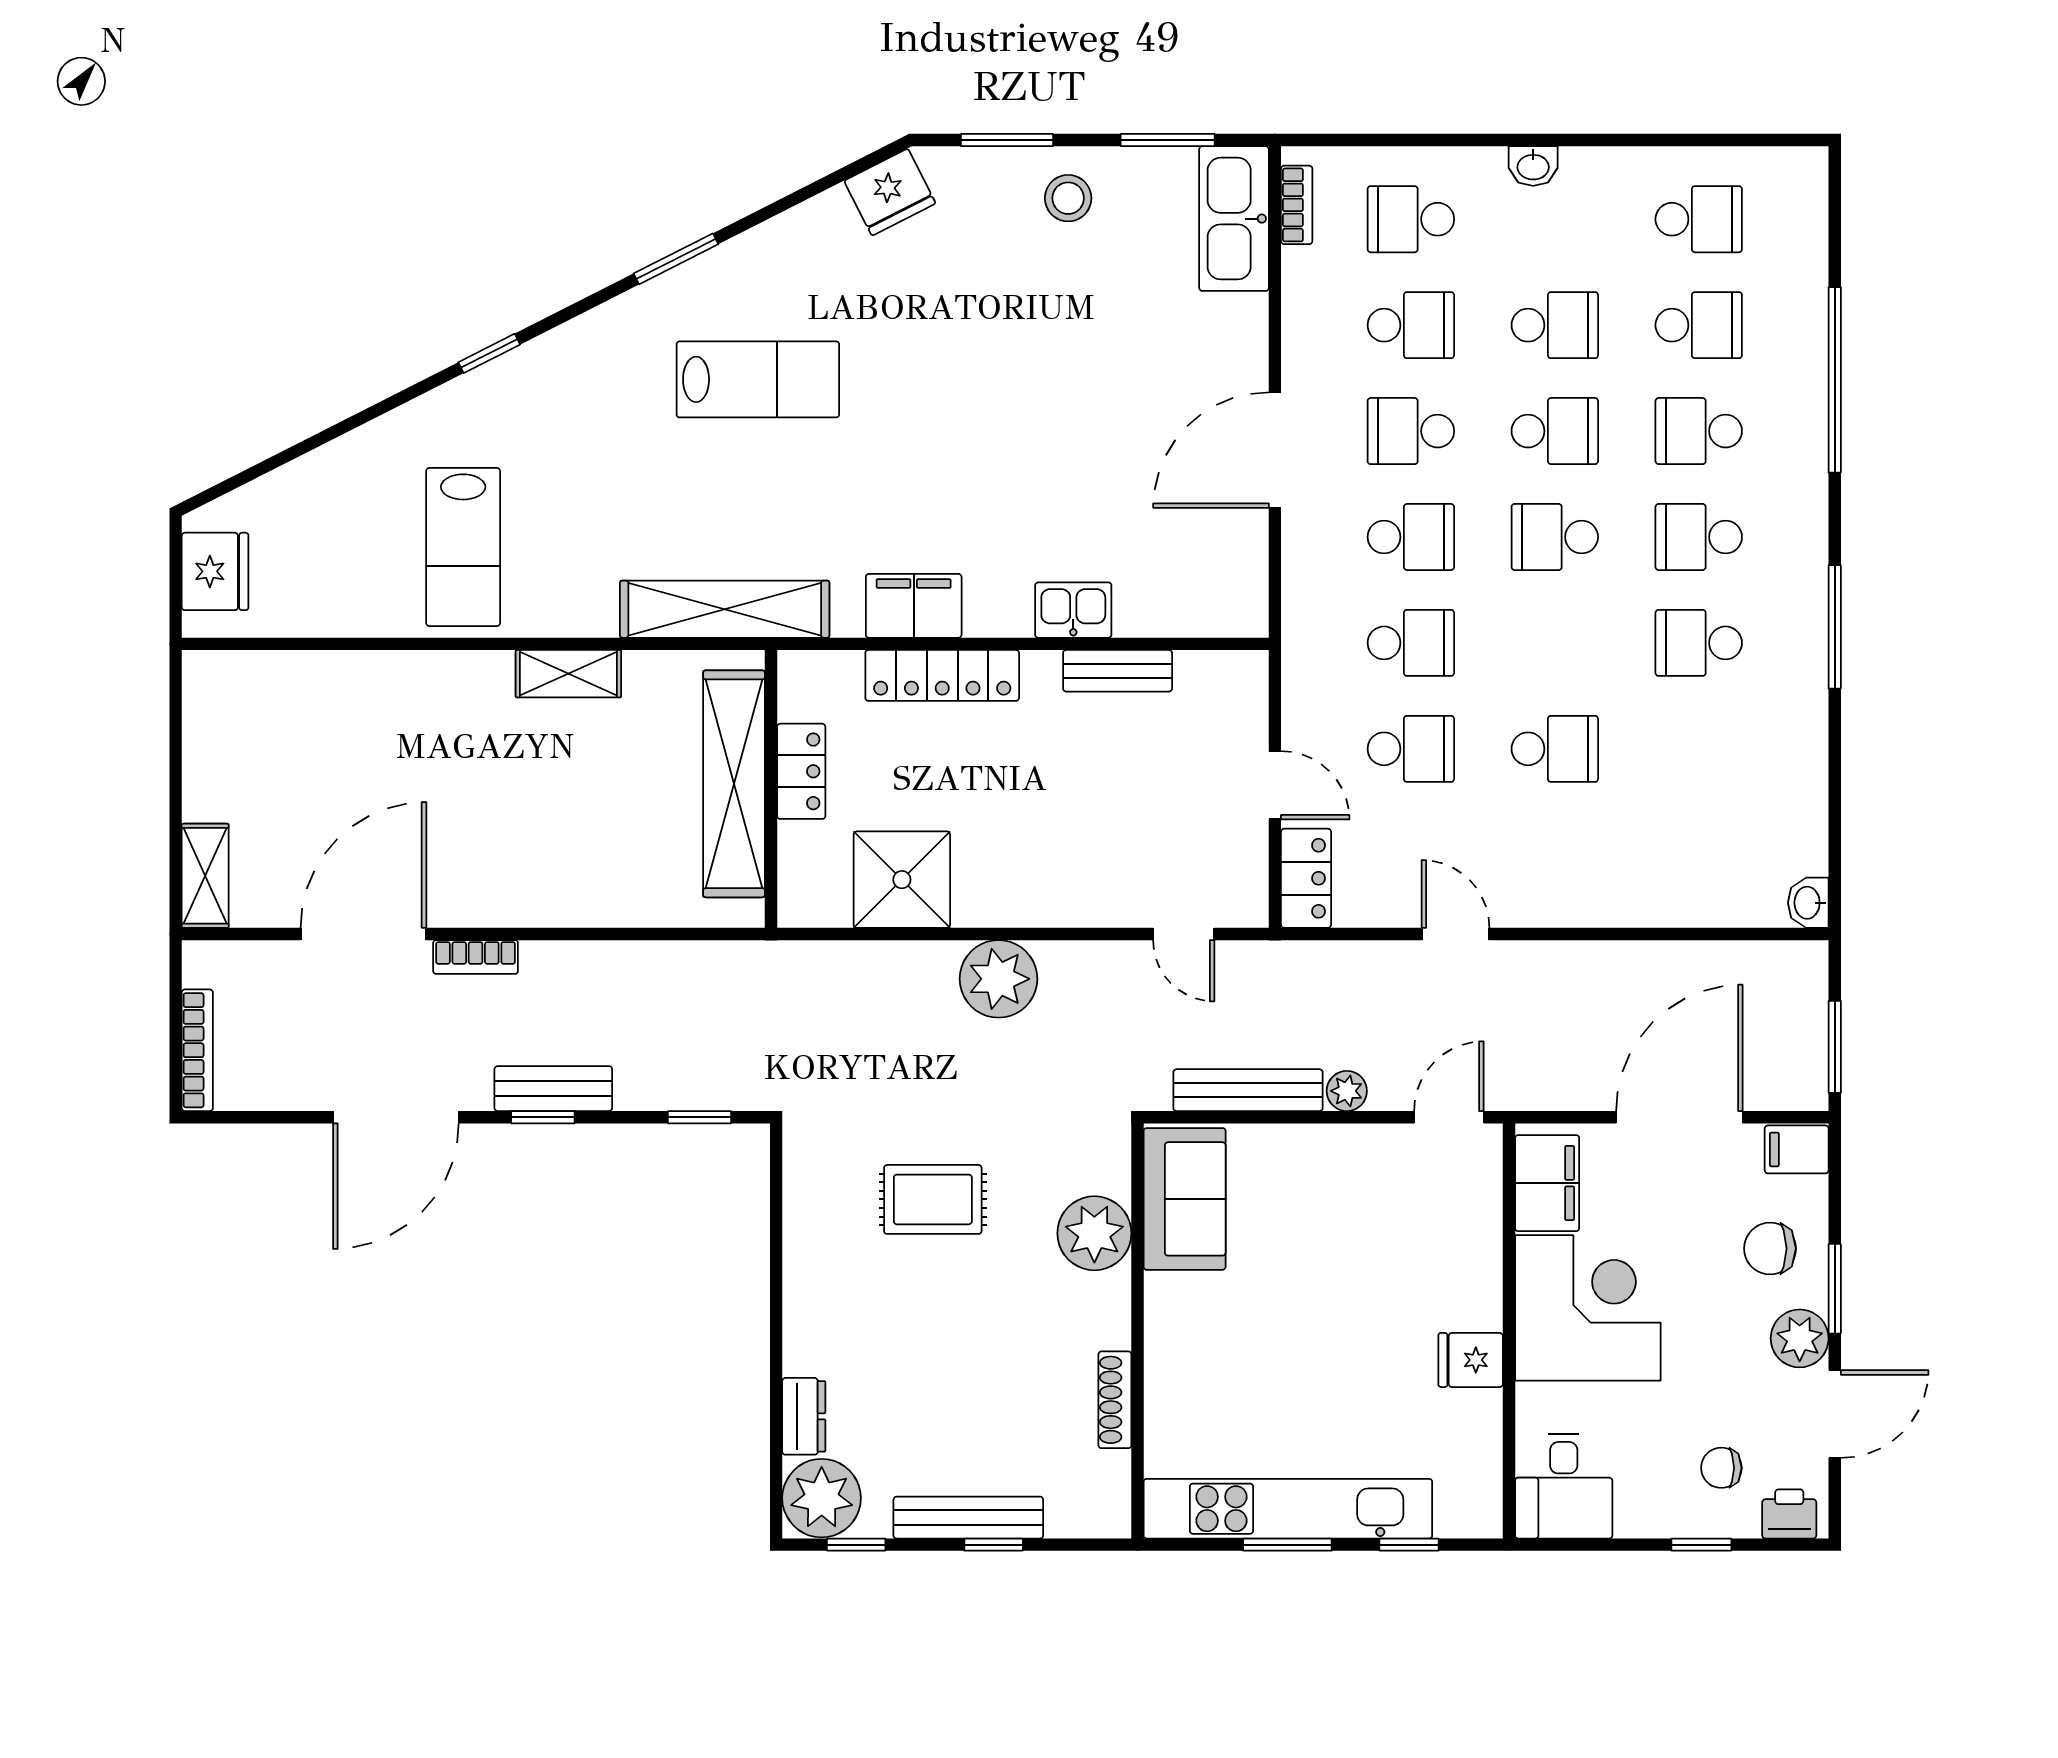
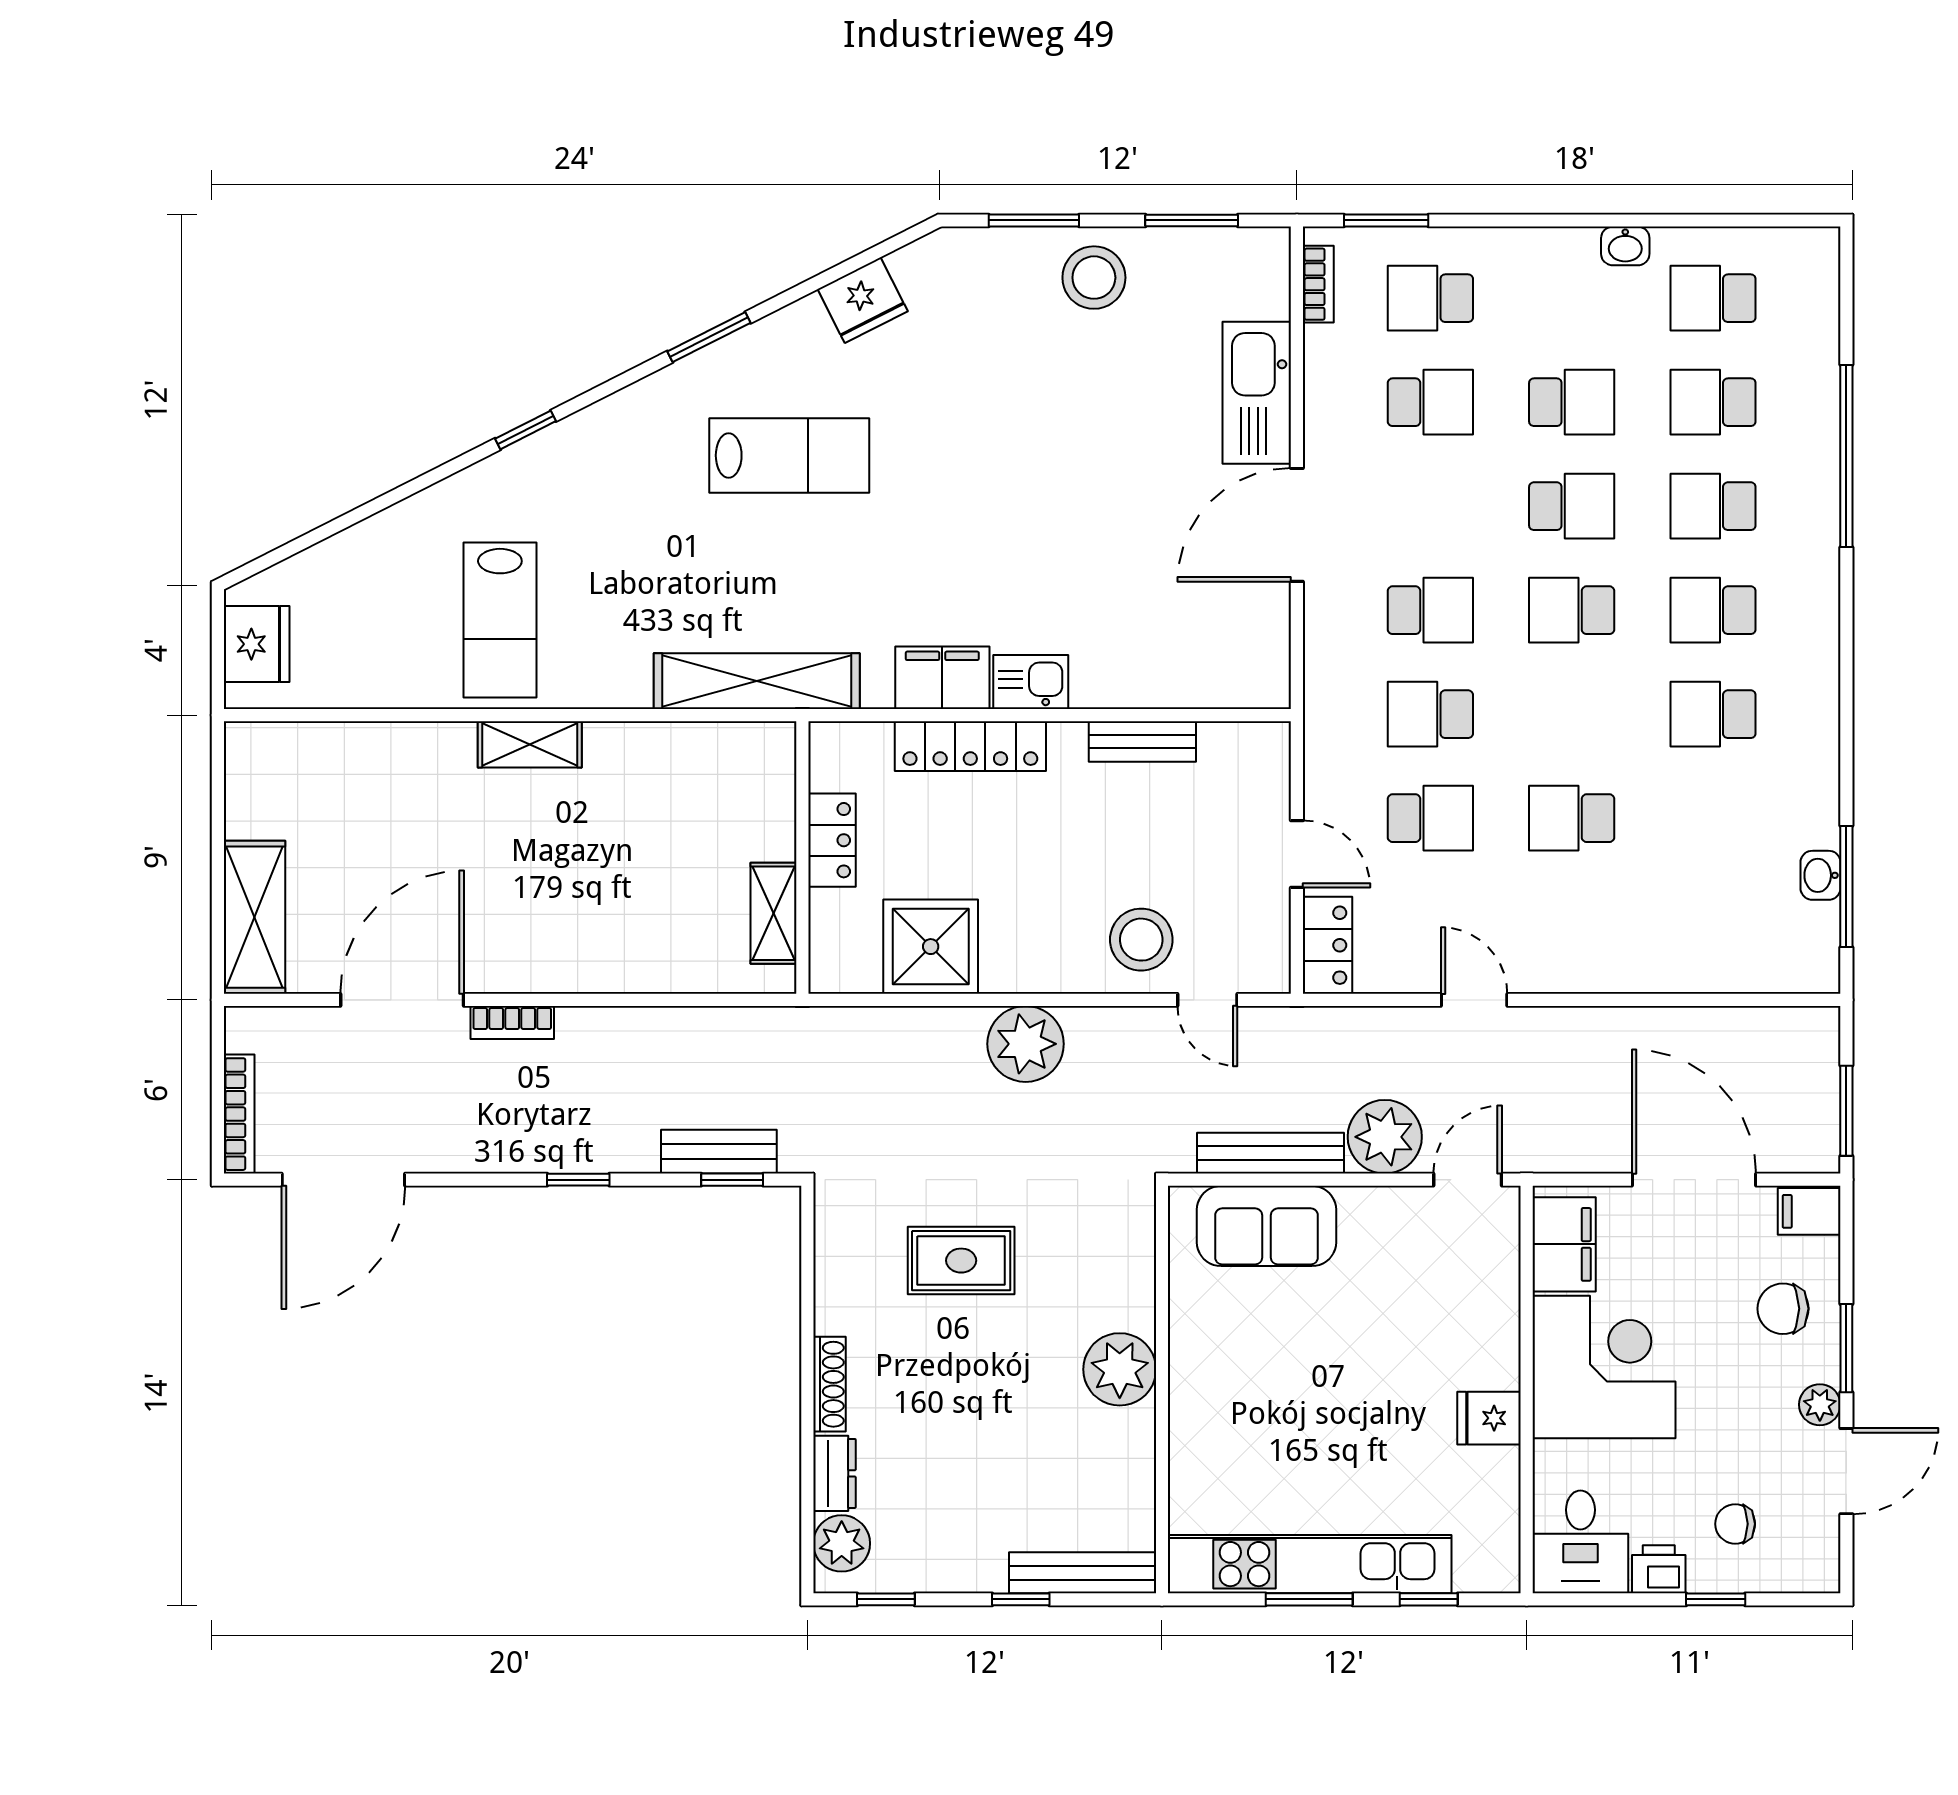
window: (1366, 140) -> (1386, 220), added
washbasin: (1533, 166) -> (1625, 246), moved
fridge: (890, 192) -> (863, 300), moved
stool: (1068, 198) -> (1094, 278), width x1.38, depth x1.38
kitchen sink: (1234, 219) -> (1257, 393), moved
school desk: (1699, 219) -> (1713, 298), turned 180
school desk: (1699, 325) -> (1713, 402), turned 180
school desk: (1411, 431) -> (1430, 506), removed
kitchen sink: (1073, 610) -> (1031, 682), moved
window: (1835, 627) -> (1846, 887), moved
school desk: (1411, 643) -> (1430, 714), turned 180
shelving: (568, 674) -> (530, 744), moved
school desk: (1555, 749) -> (1572, 818), turned 180
shelving: (734, 784) -> (774, 913), width x0.45, depth x0.75
stool: (1116, 873) -> (1141, 940), added
shelving: (205, 876) -> (254, 917), width x1.50, depth x1.33
washbasin: (1808, 903) -> (1821, 875), moved
bench: (553, 1089) -> (719, 1152), moved
plant: (1347, 1091) -> (1385, 1137), width x1.88, depth x1.88
door: (396, 1117) -> (343, 1180), moved
door: (1679, 1117) -> (1694, 1180), hinge flipped
sofa: (1185, 1199) -> (1267, 1226), moved, turned 90
plant: (1094, 1233) -> (1120, 1369), moved
plant: (1800, 1338) -> (1820, 1405), width x0.73, depth x0.73
shoe rack: (1115, 1400) -> (829, 1384), moved, turned 180
plant: (822, 1498) -> (842, 1543), width x0.73, depth x0.73
printer: (1789, 1514) -> (1659, 1569), moved
bench: (968, 1518) -> (1083, 1573), moved

